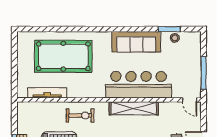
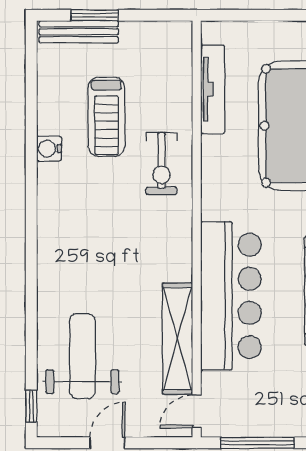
shelving: (134, 108) -> (177, 339), moved

